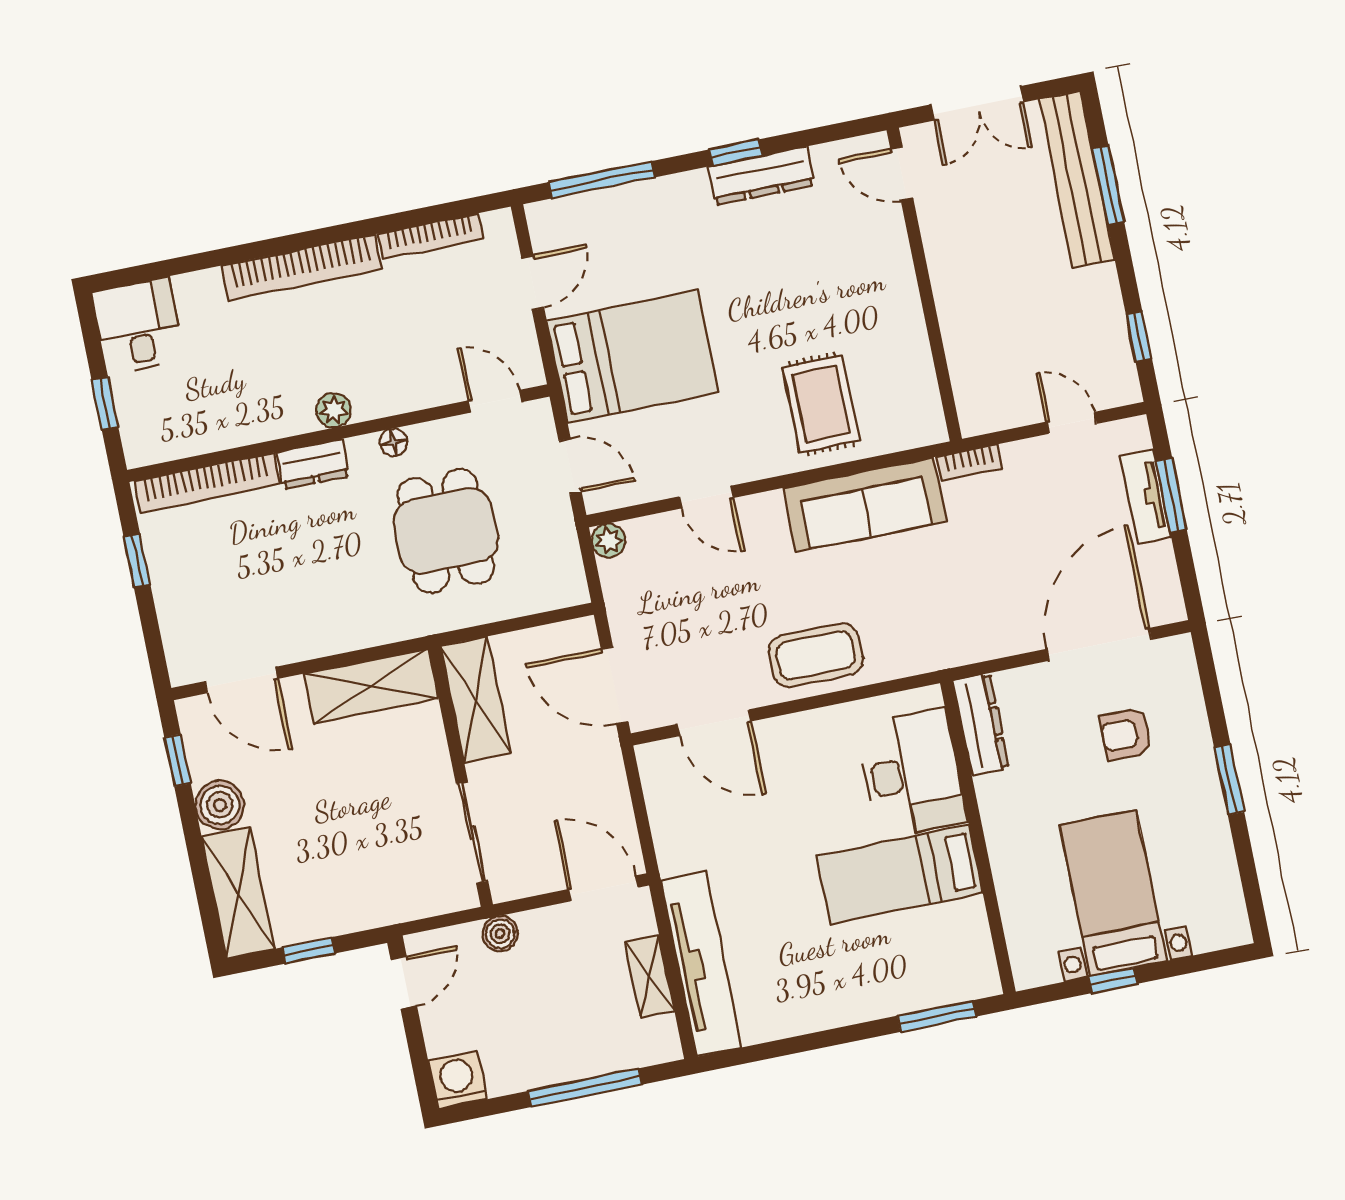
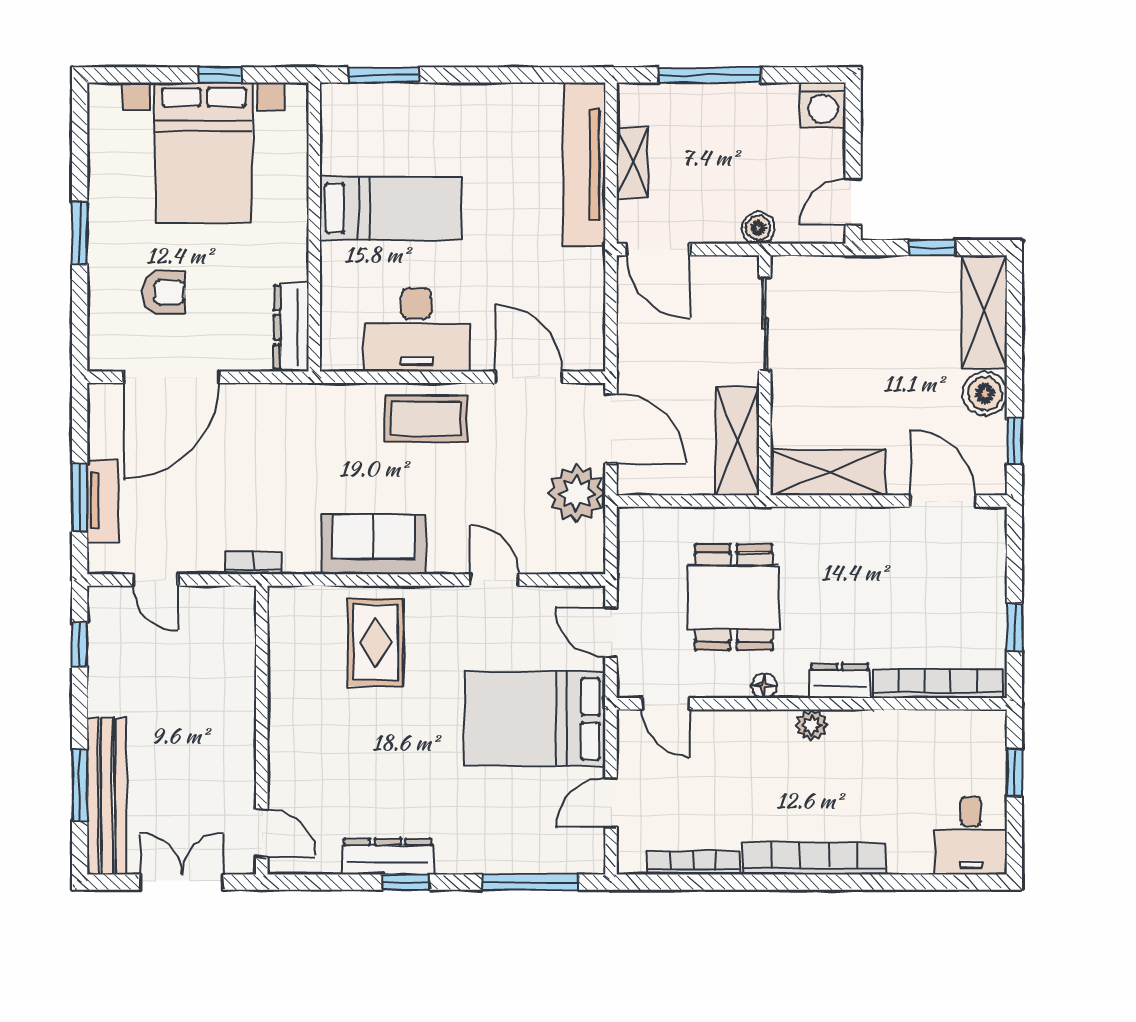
sofa: (865, 505) -> (374, 544), width x0.73
plant: (609, 541) -> (576, 494), moved, width x1.88, depth x1.88
desk: (912, 773) -> (416, 330), moved, turned -90
bed with nightstands: (1113, 893) -> (204, 153), width x1.36

